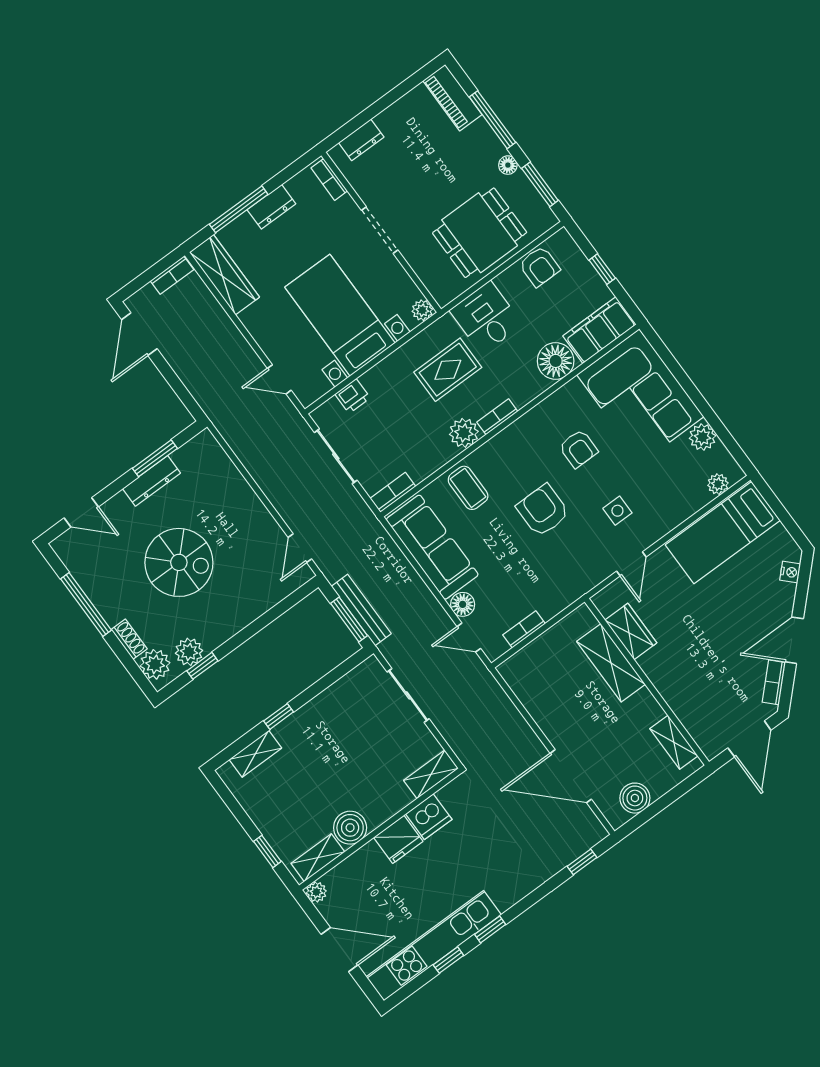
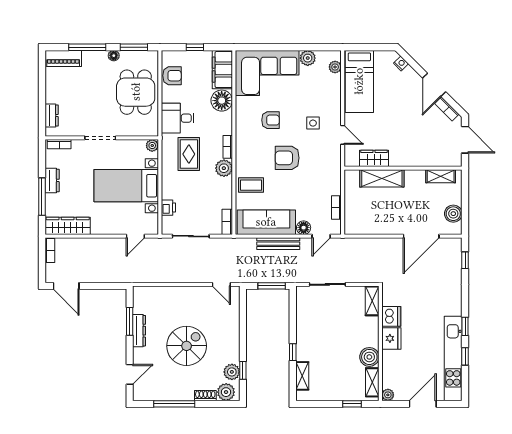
bench: (361, 610) -> (278, 244), moved

